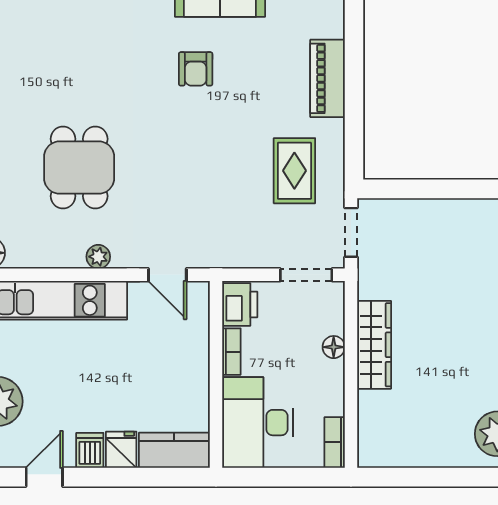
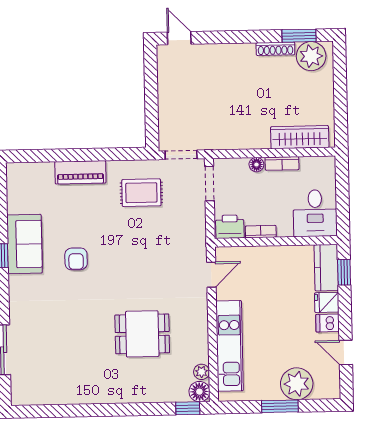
armchair: (196, 69) -> (76, 259), turned 90
plant: (98, 257) -> (202, 372), moved
wardrobe: (374, 345) -> (300, 137), moved
desk: (258, 423) -> (315, 213), width x0.73
bookcase: (335, 442) -> (282, 163), moved
window: (167, 477) -> (344, 272), added

